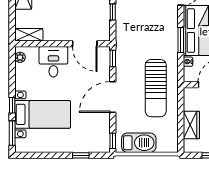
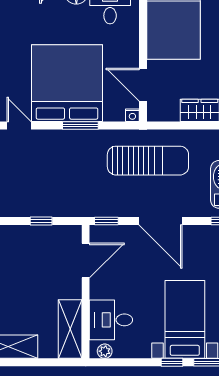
shelving: (29, 35) -> (70, 329), width x1.50, depth x1.33
desk: (53, 62) -> (111, 320), moved
nightstand: (188, 62) -> (132, 115), moved

